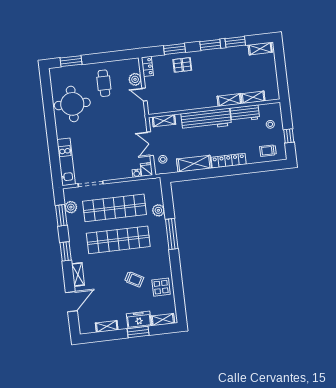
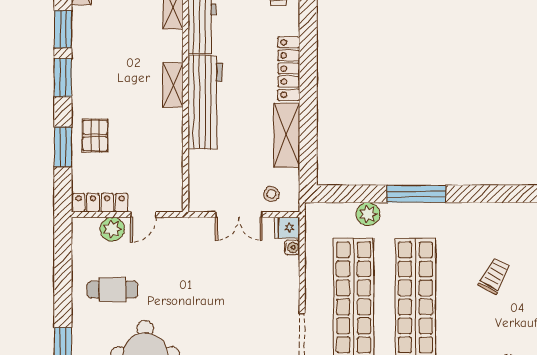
locker: (147, 66) -> (100, 203), width x1.53
shelving: (229, 100) -> (173, 85), moved
shelving: (164, 121) -> (198, 183), removed
display table: (161, 287) -> (516, 226), removed

